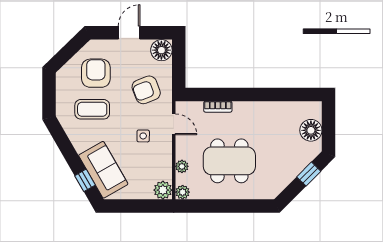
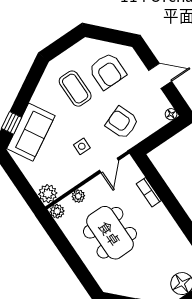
floor lamp: (161, 50) -> (171, 114), width x0.53, depth x0.53
armchair: (96, 73) -> (107, 71), turned 90

